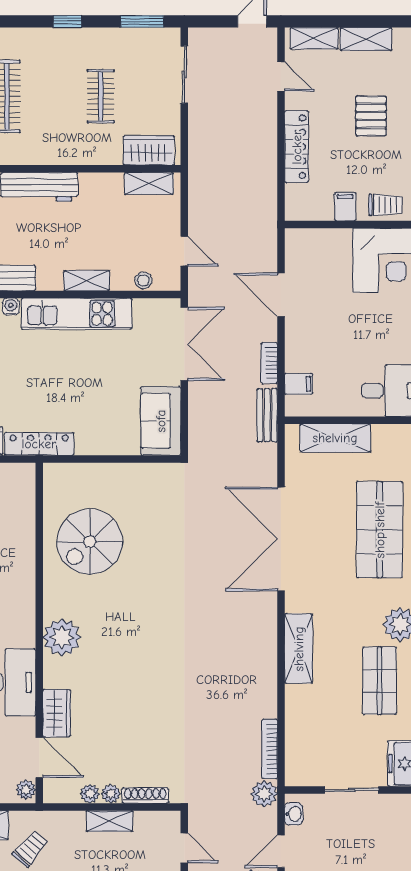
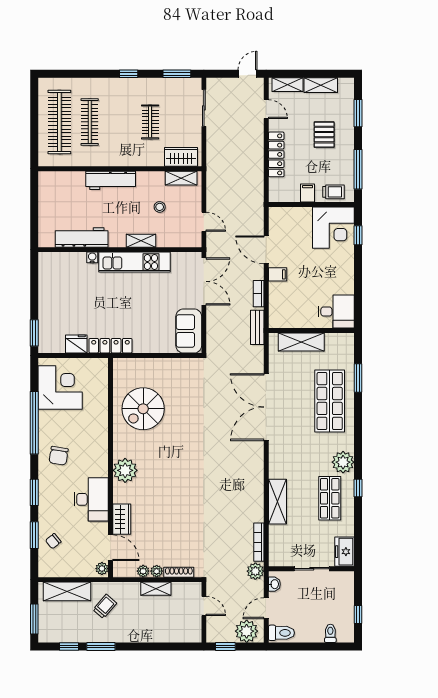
stool: (143, 280) -> (160, 207), moved
filing cabinet: (299, 384) -> (278, 274), moved
shelving: (299, 649) -> (278, 502), moved

